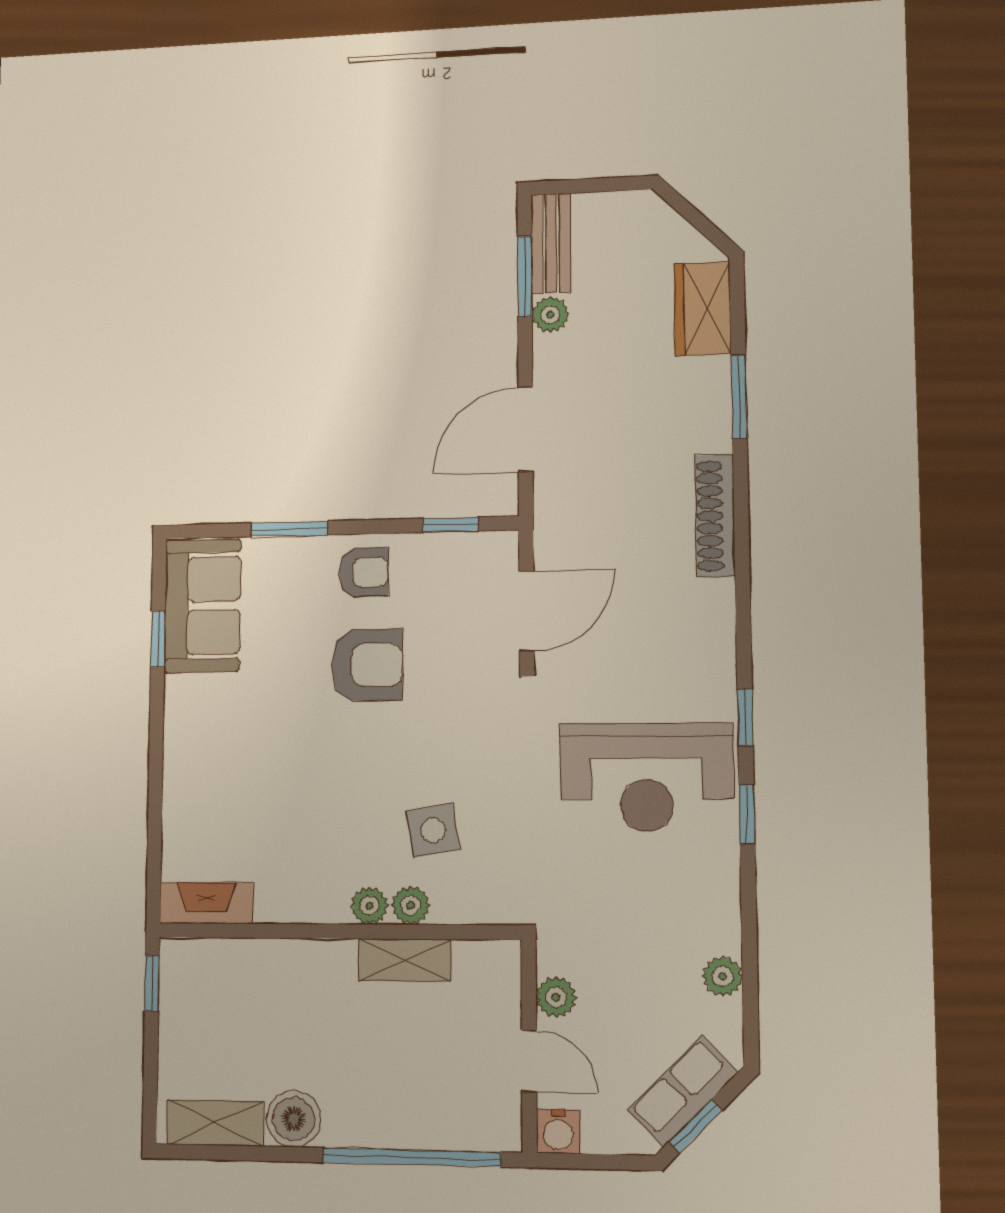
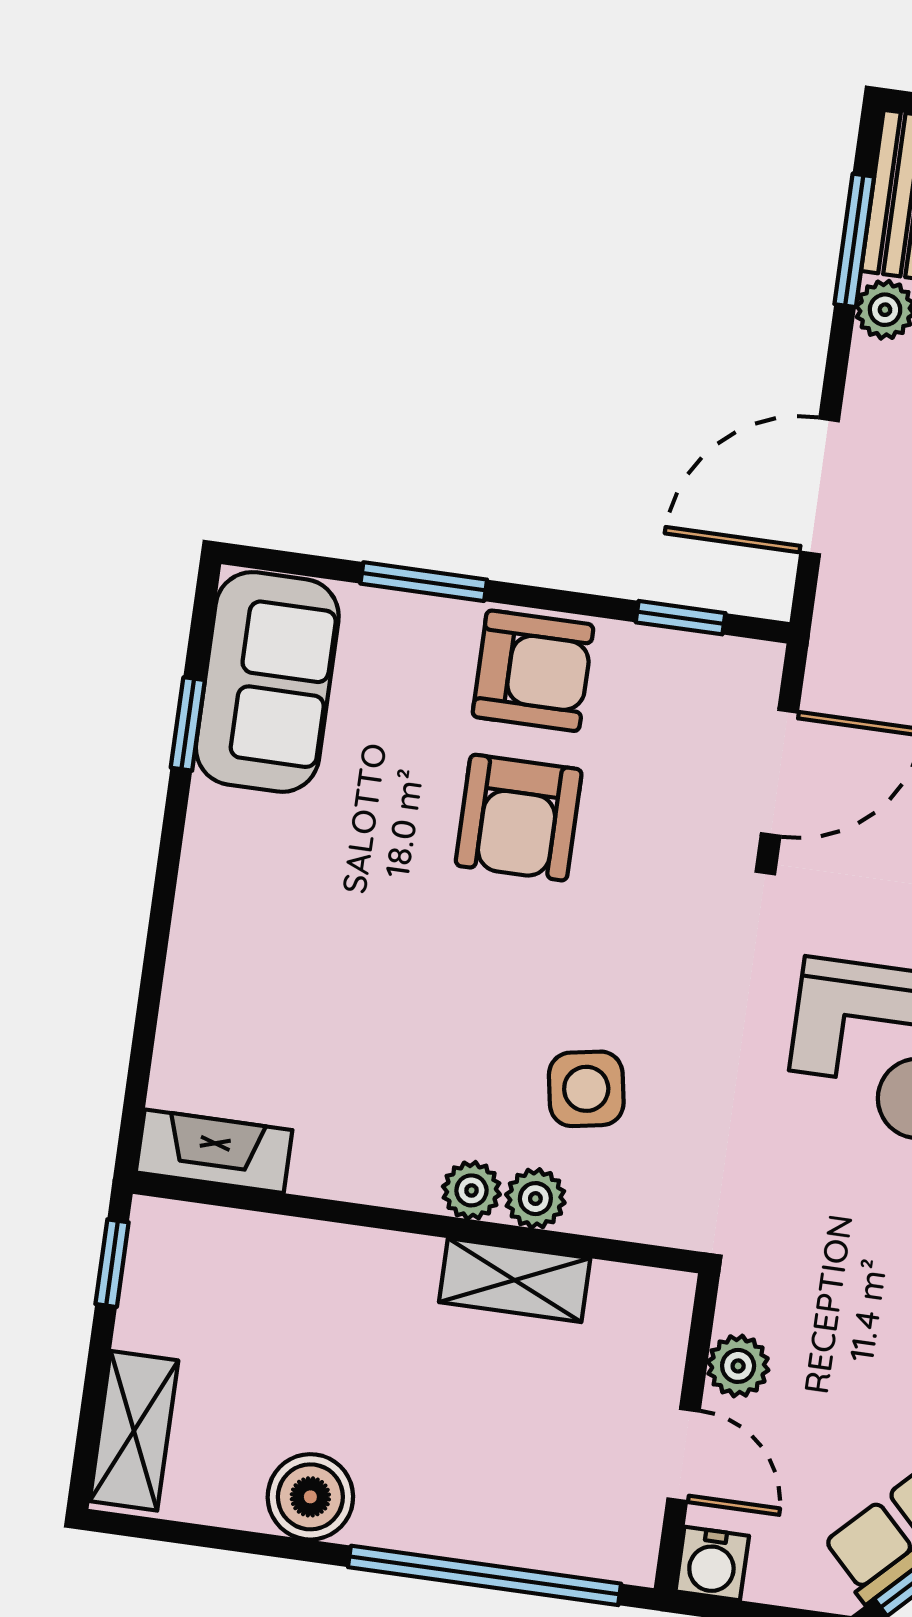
armchair: (364, 572) -> (533, 671), width x1.38, depth x1.38
armchair: (367, 665) -> (519, 818), turned 90
shelving: (215, 1123) -> (134, 1431), moved, turned 90

